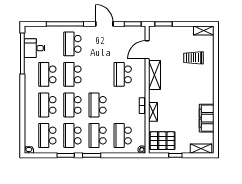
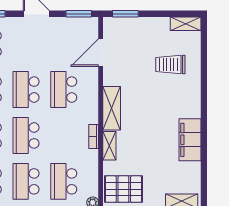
school desk: (98, 74) -> (26, 90), added
shelving: (155, 75) -> (112, 108), moved
filing cabinet: (207, 118) -> (190, 140), moved

